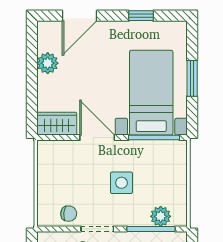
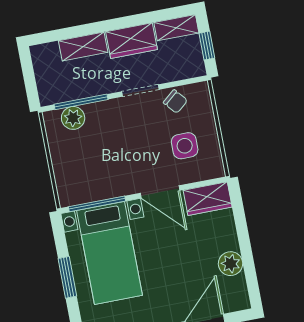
side table: (121, 183) -> (185, 146), moved
chair: (69, 214) -> (175, 102), turned -135

